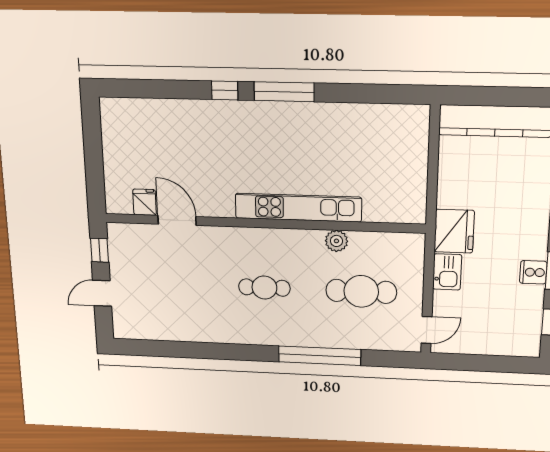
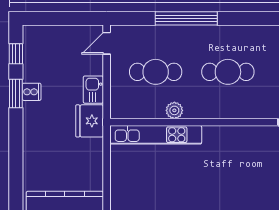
kitchen unit: (298, 208) -> (156, 135), moved
cafe table: (264, 288) -> (228, 72), width x1.37, depth x1.35

